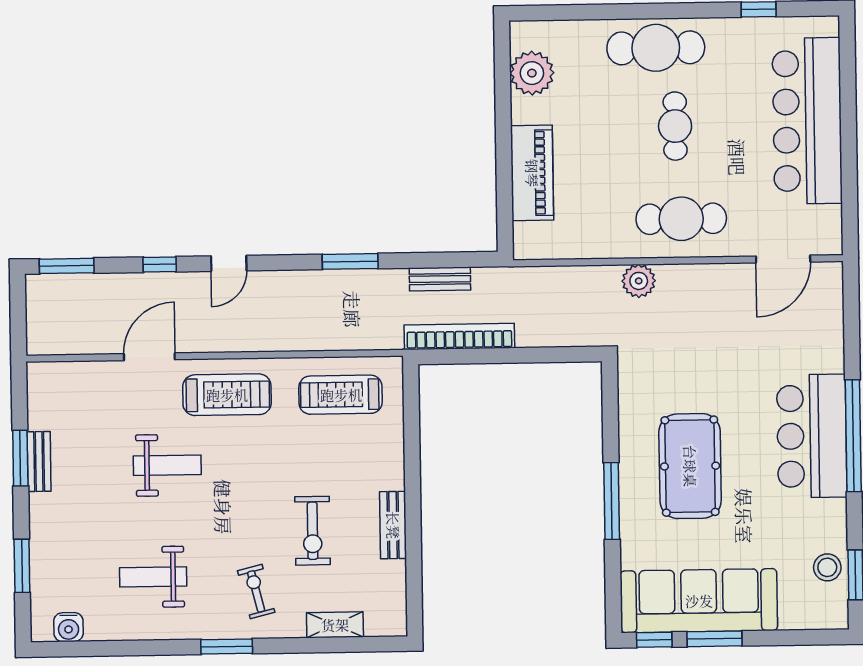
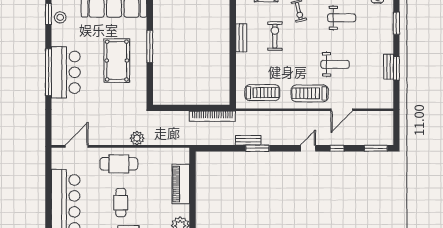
bench: (440, 279) -> (248, 140), moved
weight bench: (167, 465) -> (335, 64), turned 180

